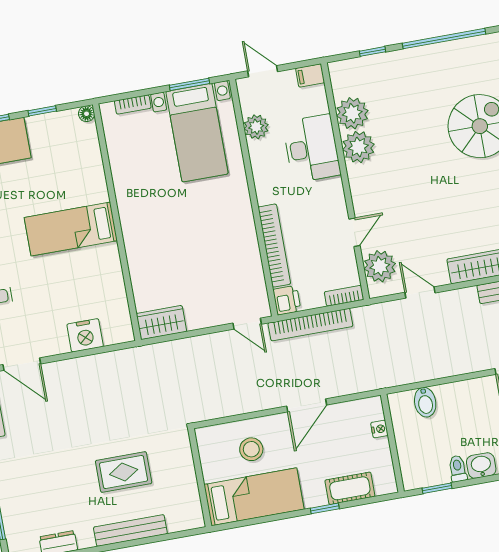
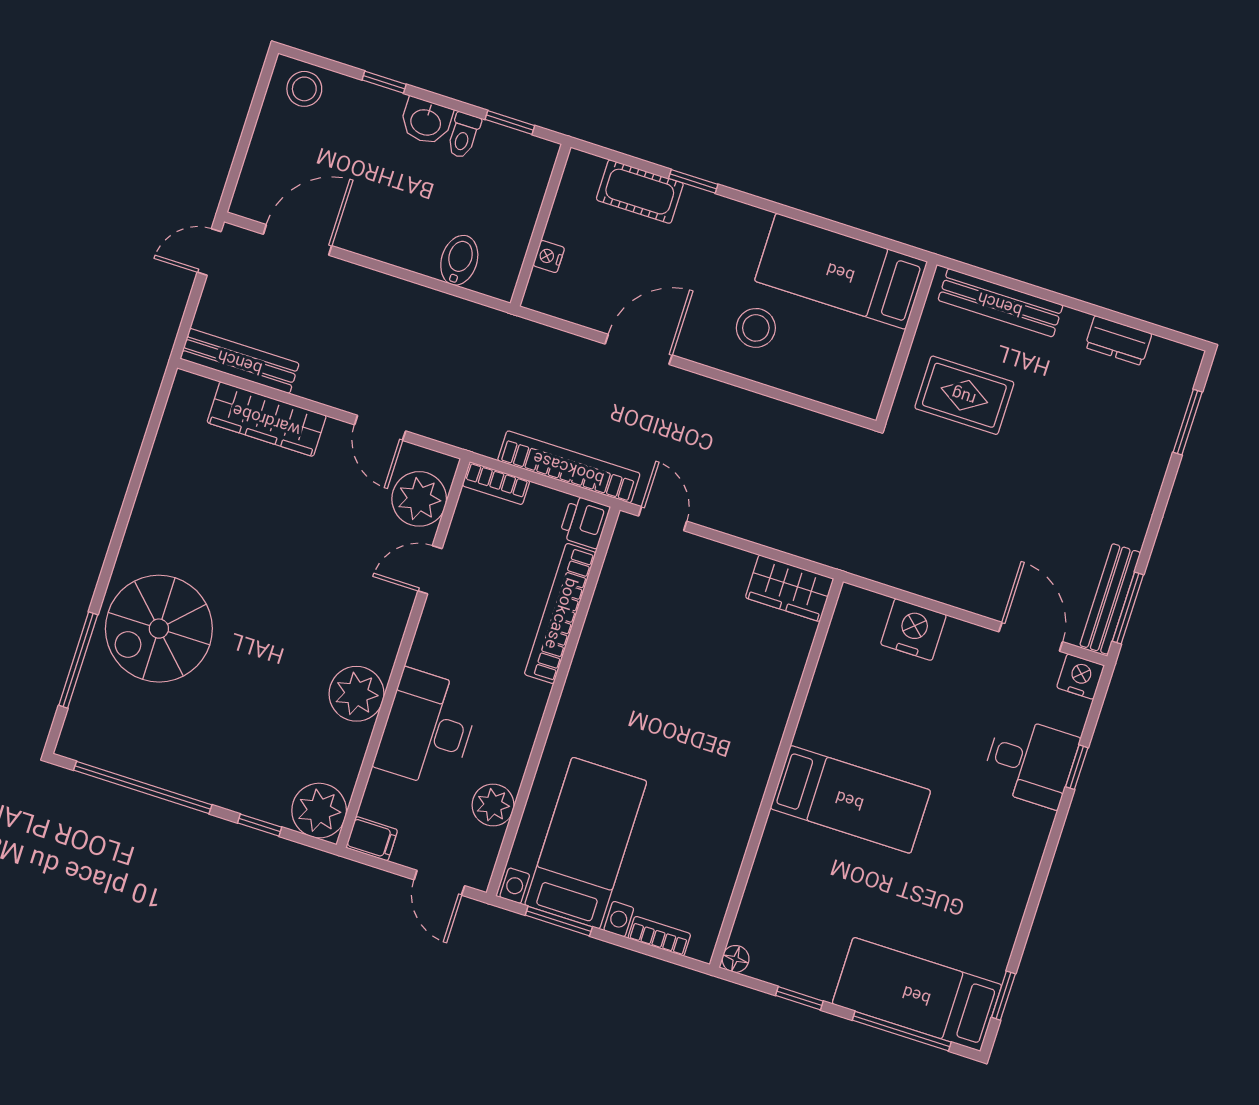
plant: (352, 113) -> (319, 811), moved
wall: (200, 478) -> (906, 343), moved
bed: (254, 497) -> (841, 271), moved

